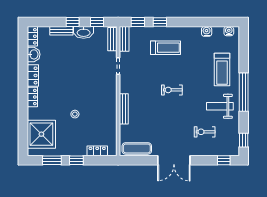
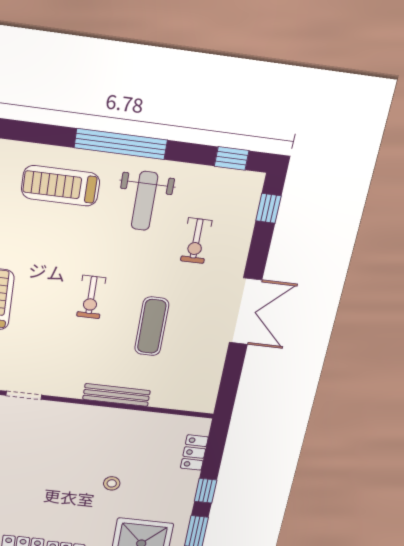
treadmill: (222, 69) -> (61, 186), turned 180
exercise mat: (137, 148) -> (152, 326), moved

